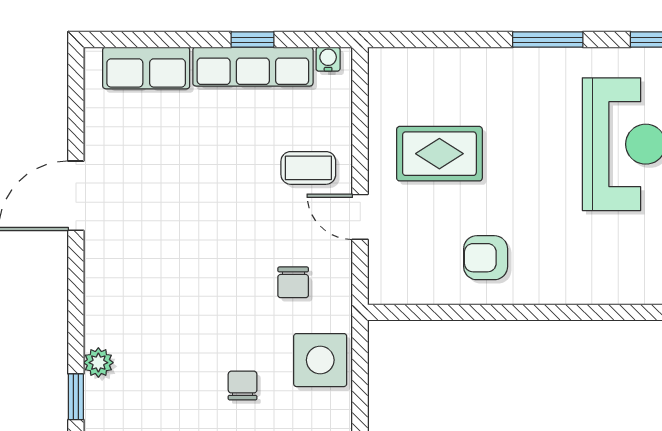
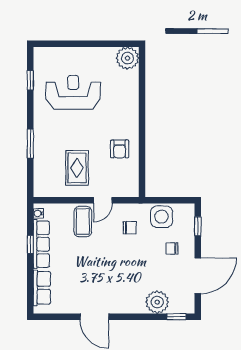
window: (548, 40) -> (30, 143), moved
coffee table: (308, 168) -> (83, 222), width x1.36, depth x1.30
plant: (98, 363) -> (157, 302), width x1.88, depth x1.88

